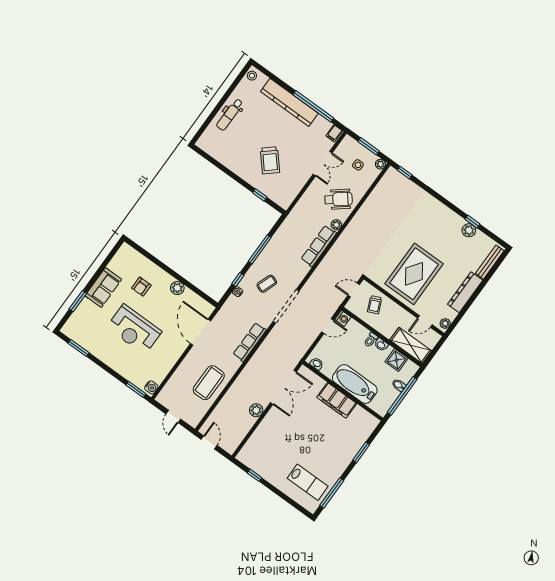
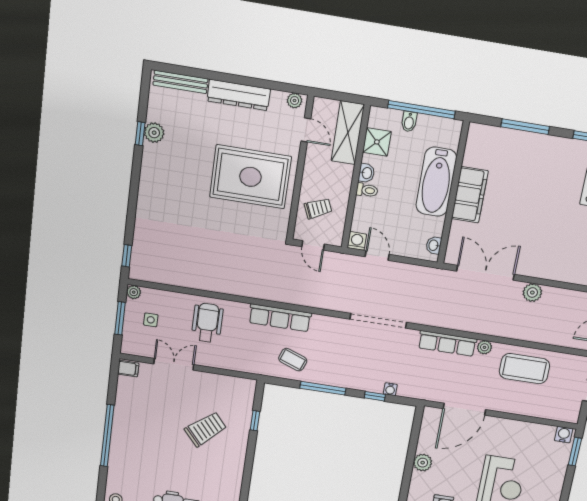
kitchen counter: (289, 102) -> (122, 441), removed
window: (313, 106) -> (107, 436), moved
wheelchair: (338, 199) -> (207, 323), turned 39
plant: (336, 225) -> (484, 347), moved
coffee table: (267, 284) -> (293, 360), moved
window: (361, 452) -> (525, 127), width x1.44

